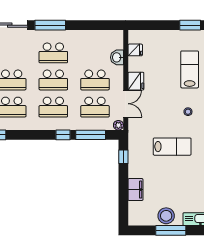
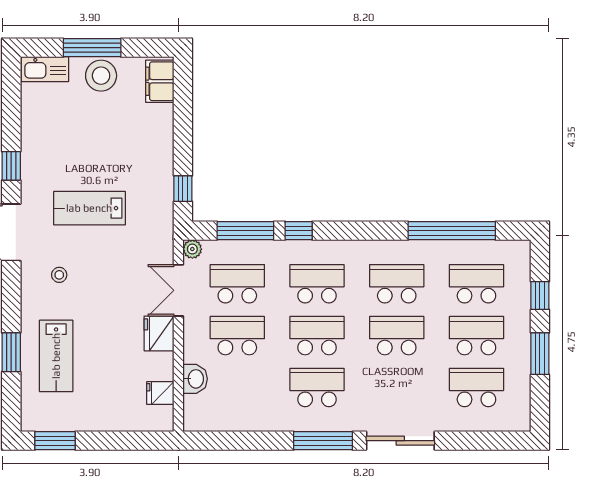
filing cabinet: (135, 190) -> (160, 81), moved

